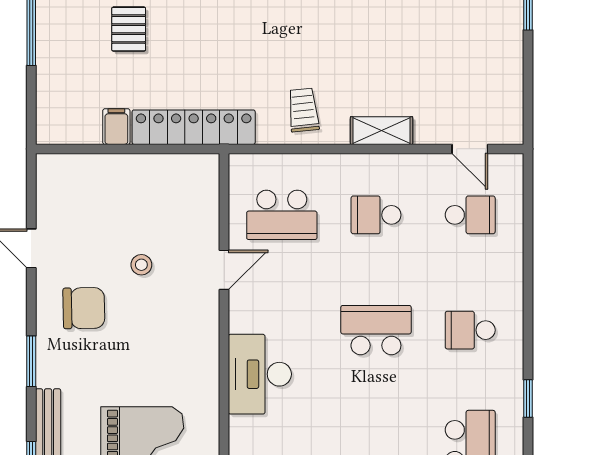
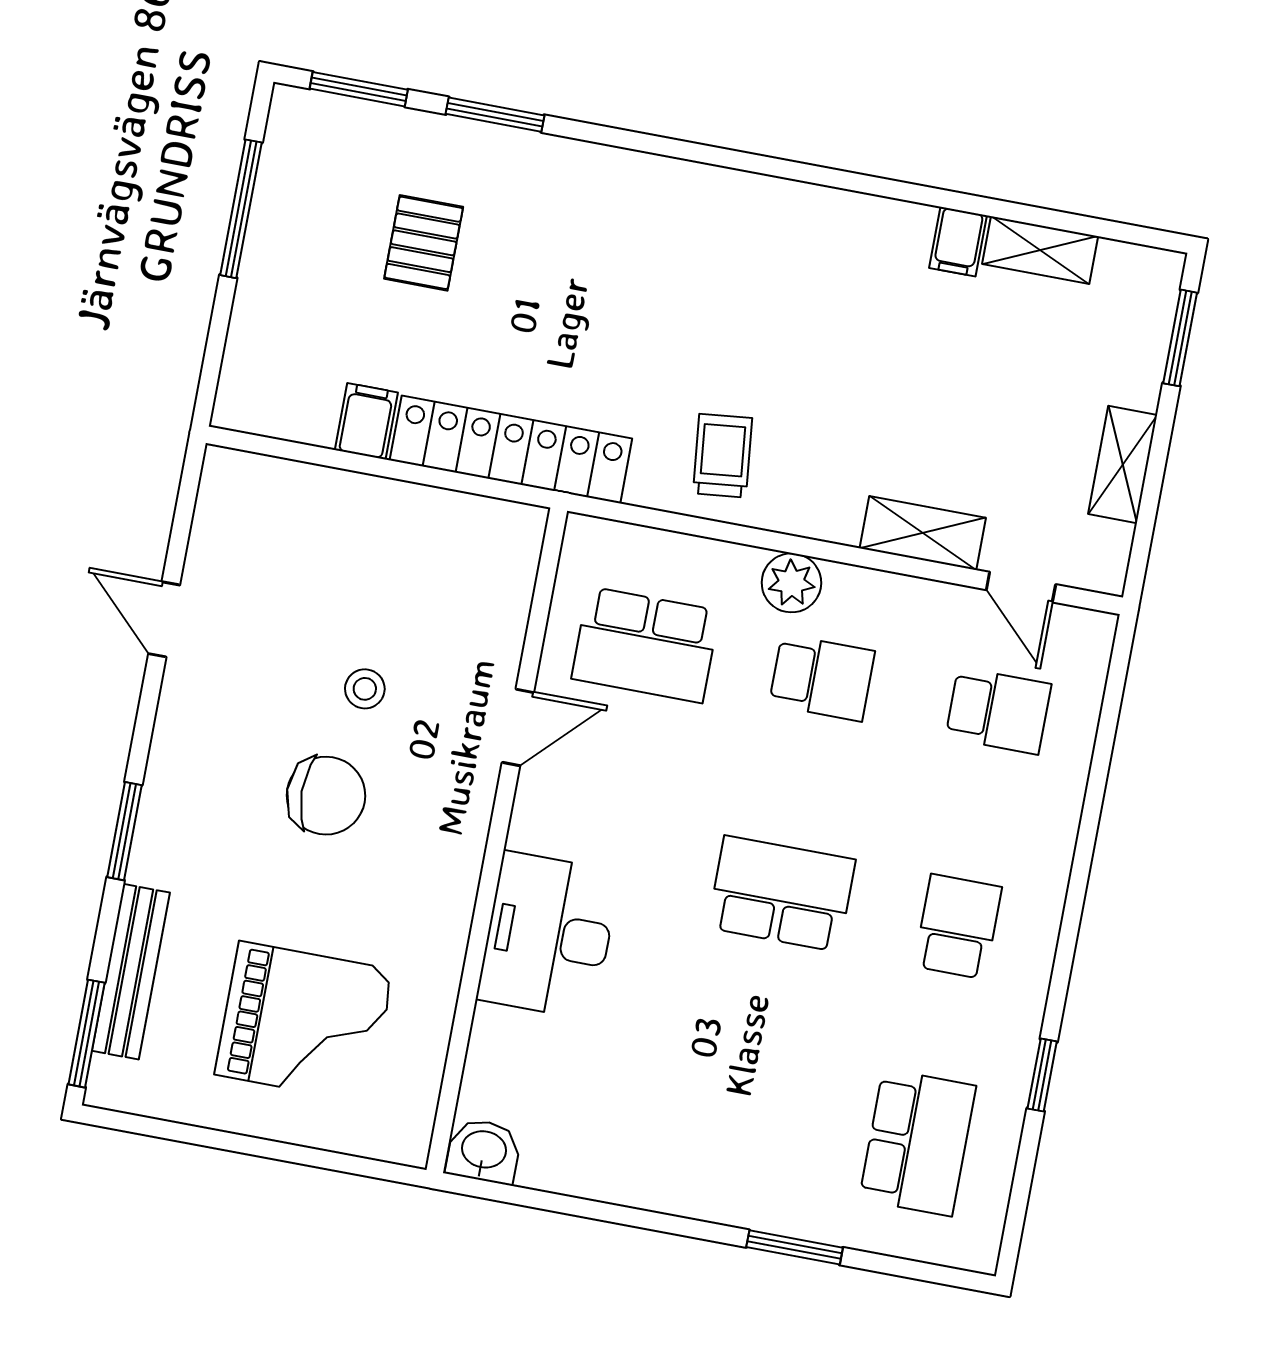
shelving: (511, 76) -> (1123, 465), added
shelving: (382, 131) -> (923, 533), moved
plant: (351, 169) -> (791, 583), added
school desk: (376, 215) -> (822, 678), turned 180
chair: (84, 308) -> (326, 796), moved
school desk: (470, 330) -> (958, 927), turned 90

